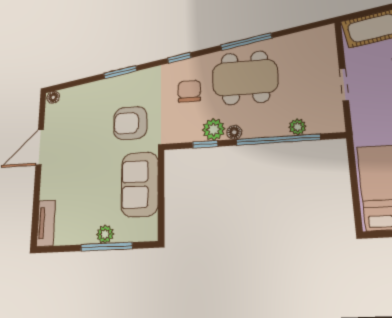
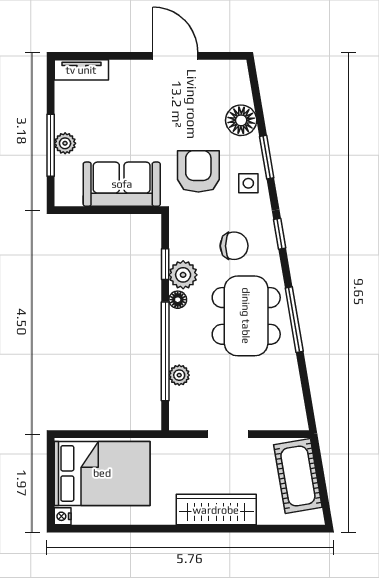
side table: (140, 84) -> (248, 183), added
floor lamp: (53, 97) -> (241, 120), moved, width x1.89, depth x1.89

